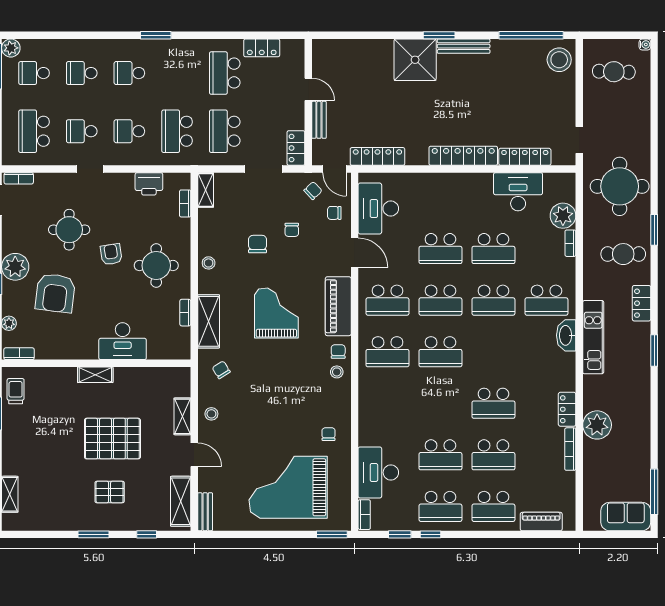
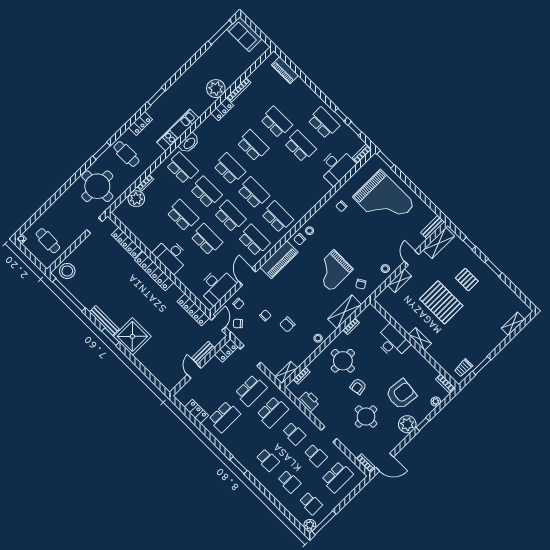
desk: (518, 192) -> (171, 255), moved
grand piano: (276, 313) -> (332, 271), moved
school desk: (493, 506) -> (229, 169), moved

